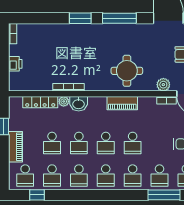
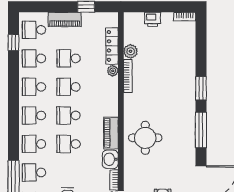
plant: (163, 85) -> (131, 51), moved
washbasin: (79, 104) -> (110, 159), moved

